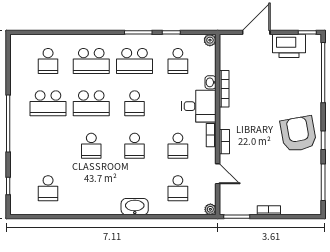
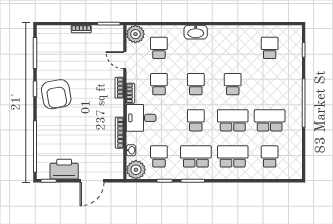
plant: (210, 40) -> (136, 170), width x1.88, depth x1.88
washbasin: (211, 82) -> (131, 150), moved
plant: (210, 209) -> (135, 34), width x1.87, depth x1.87

